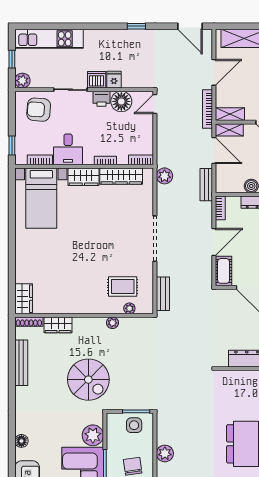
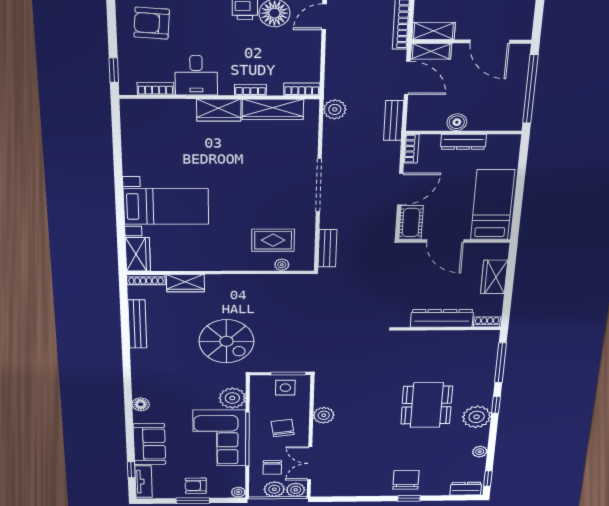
bed with nightstands: (41, 198) -> (166, 206), moved, turned -90
plant: (112, 323) -> (259, 281), removed

